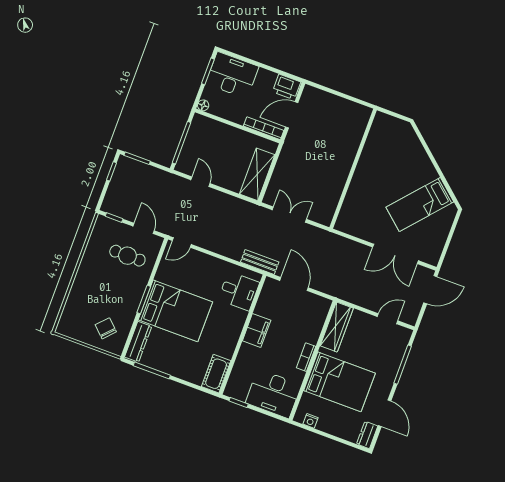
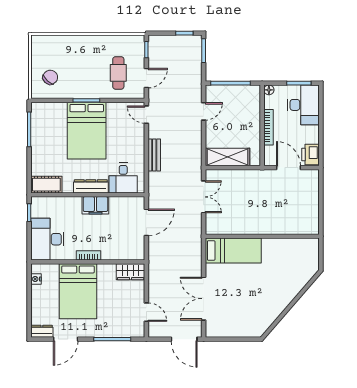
bookcase: (264, 128) -> (268, 127), moved
bed: (420, 204) -> (233, 251), moved, turned 139
bench: (260, 262) -> (154, 155), moved
wardrobe: (337, 327) -> (131, 272), width x0.67
dresser: (138, 342) -> (91, 186), moved, turned 180

